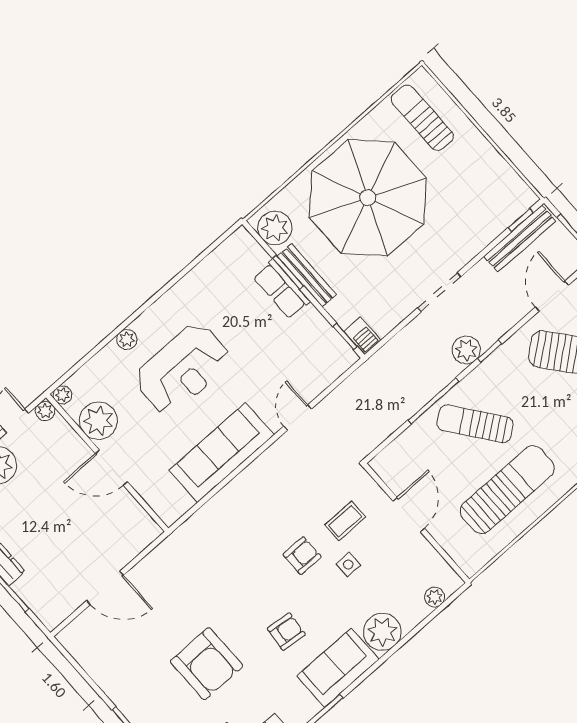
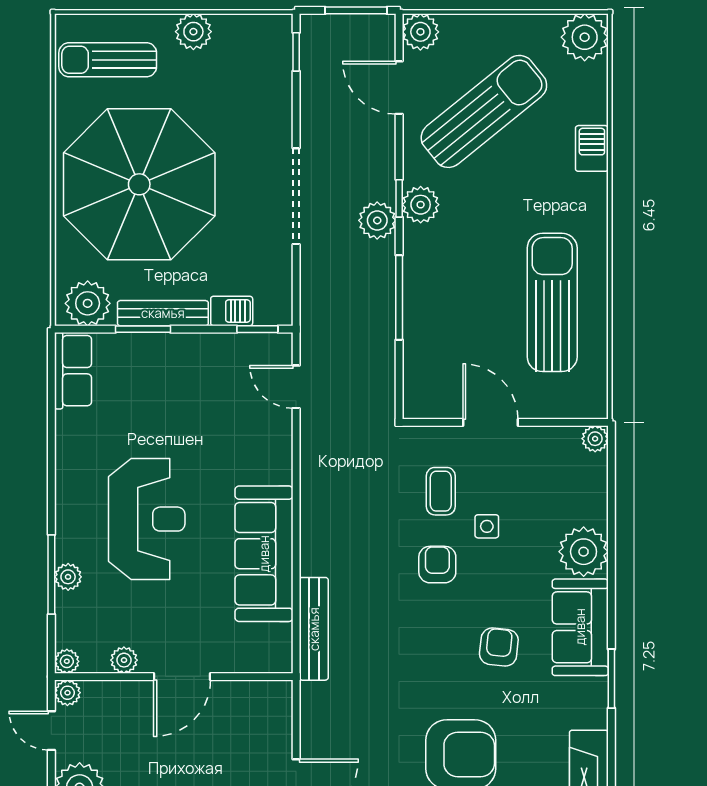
plant: (481, 152) -> (193, 32), added
bench: (520, 239) -> (314, 629), moved
row of seats: (282, 289) -> (73, 371), moved, turned -90
doorway: (439, 292) -> (296, 196), width x1.36
barbecue: (363, 336) -> (232, 311), moved
plant: (127, 339) -> (68, 577), moved
window: (104, 343) -> (51, 574), added
plant: (497, 367) -> (421, 205), added
door: (298, 417) -> (296, 387), moved
plant: (98, 421) -> (124, 660), width x0.53, depth x0.53
sun lounger: (475, 424) -> (458, 277), removed
plant: (435, 597) -> (595, 439), moved

